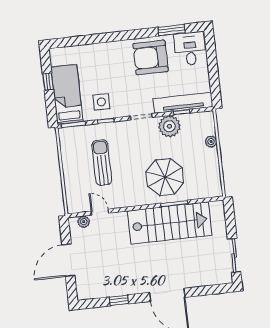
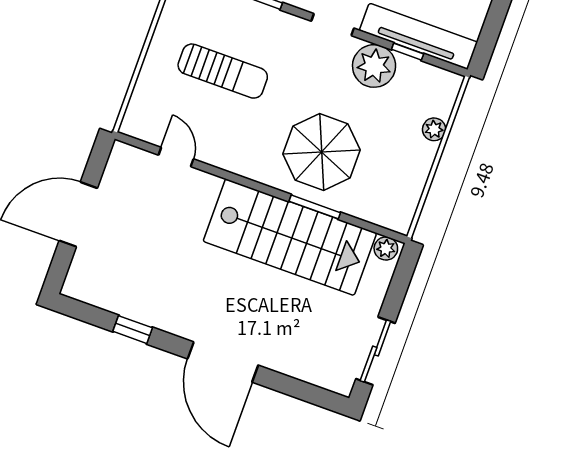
sun lounger: (102, 163) -> (223, 71), turned 90
plant: (84, 222) -> (386, 249), moved

